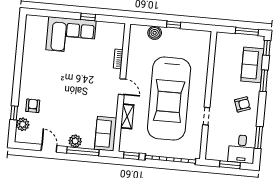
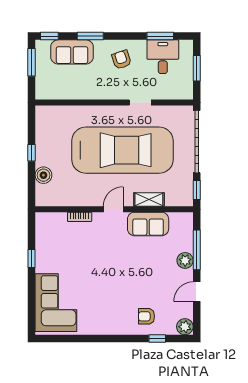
corner sofa: (71, 35) -> (56, 303), moved
plant: (23, 124) -> (185, 327), moved
sofa: (106, 134) -> (148, 224), moved
desk: (242, 149) -> (163, 57), moved, turned -90

